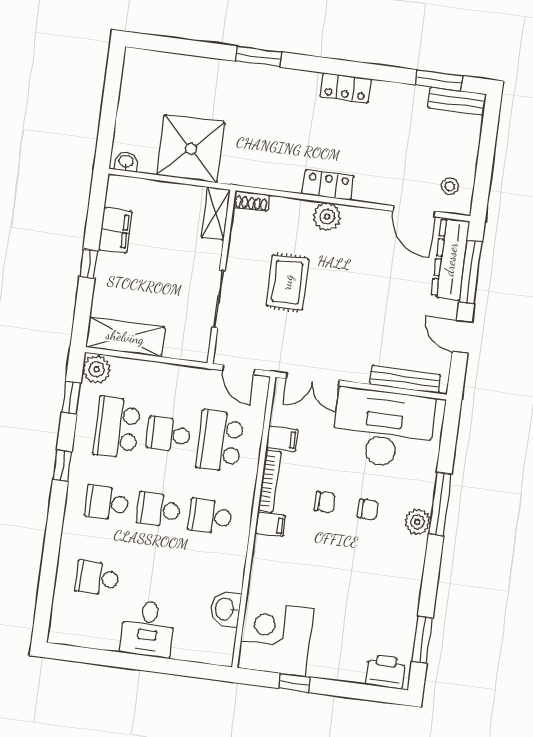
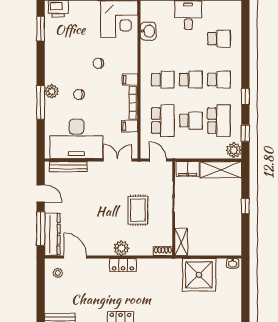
filing cabinet: (115, 230) -> (188, 169), moved, turned -90
chair: (325, 502) -> (98, 63), moved

